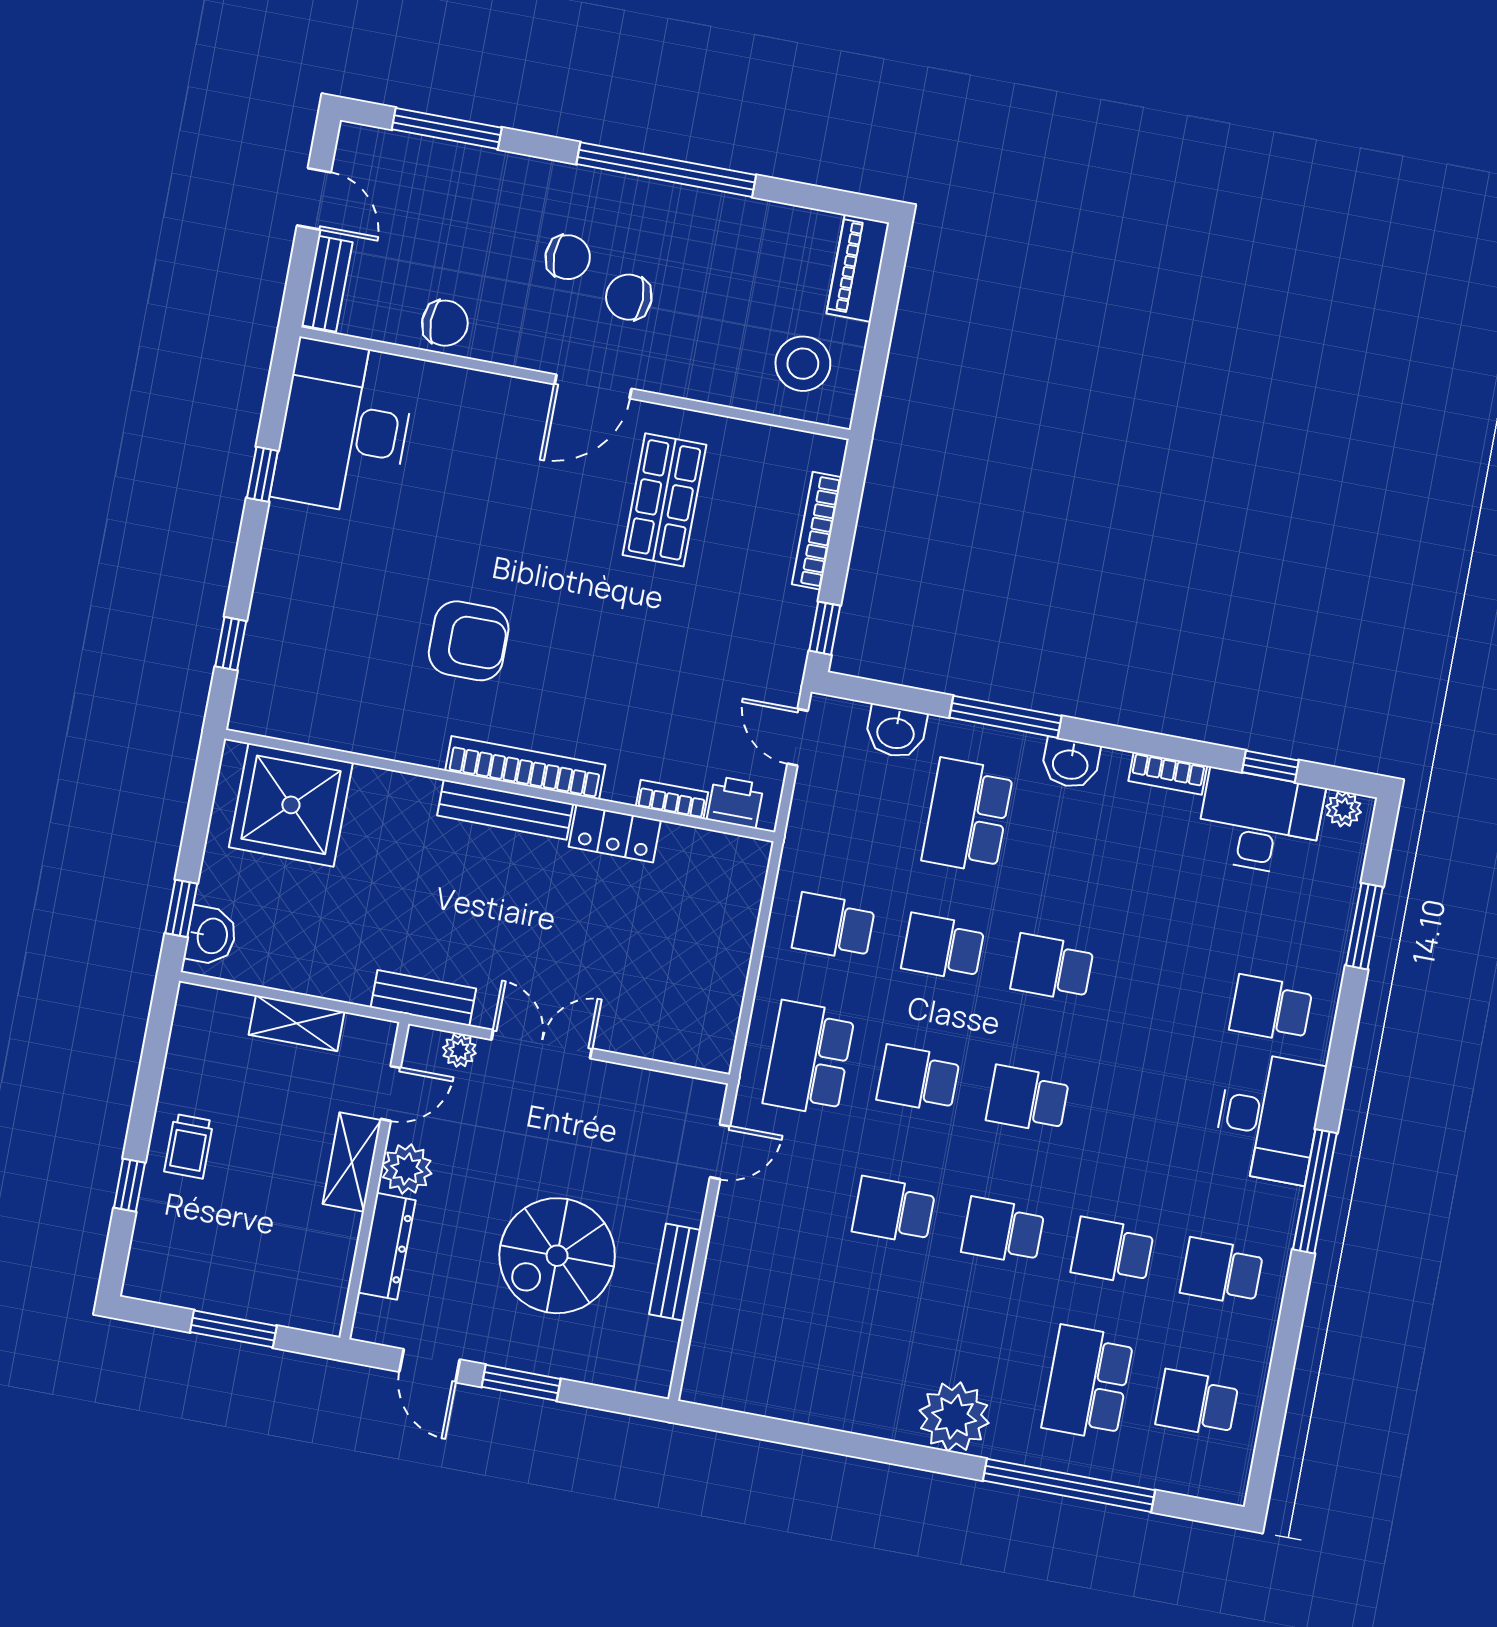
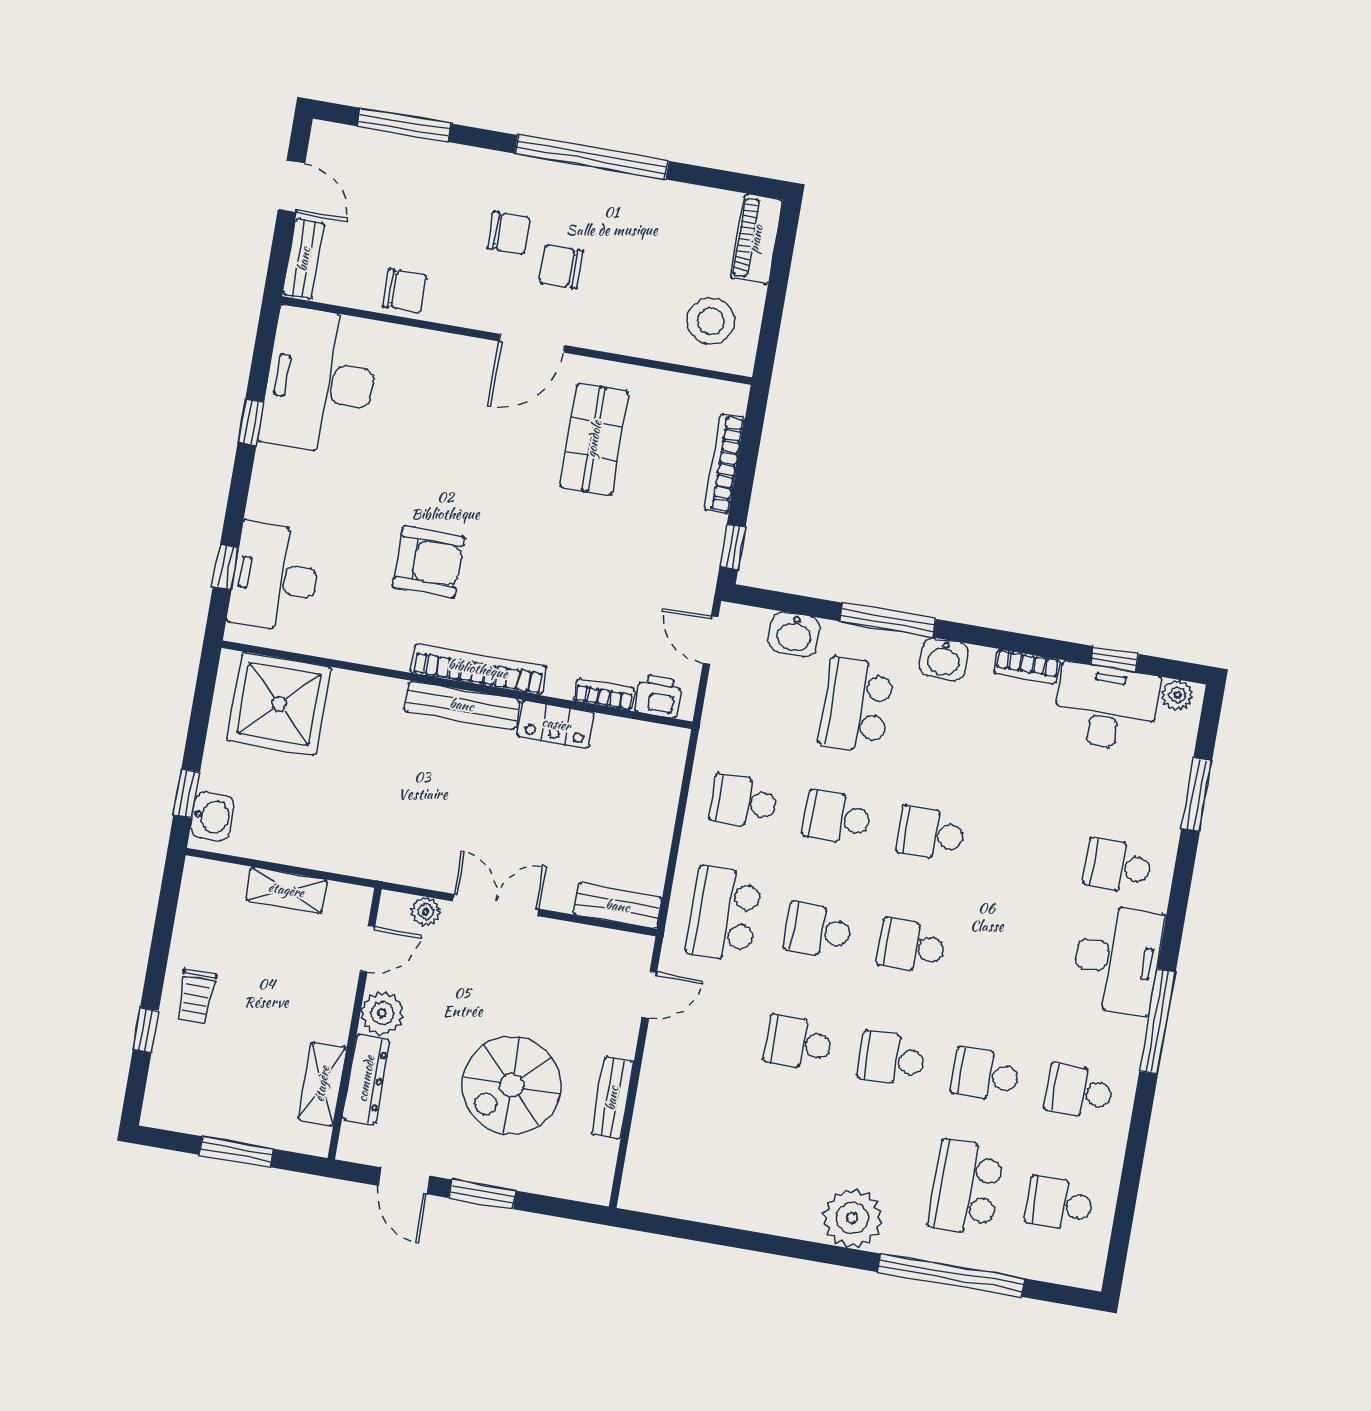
desk: (288, 657) -> (275, 577), added
bench: (423, 998) -> (618, 906), moved
shelving: (352, 1162) -> (322, 1084), moved

